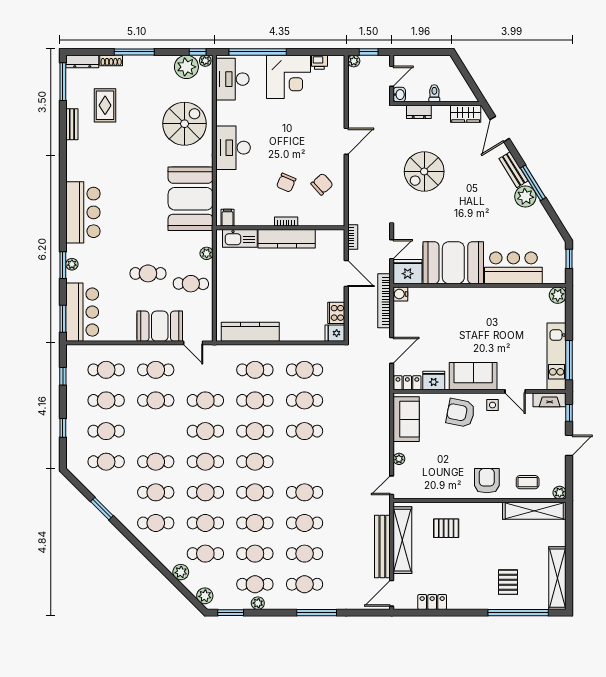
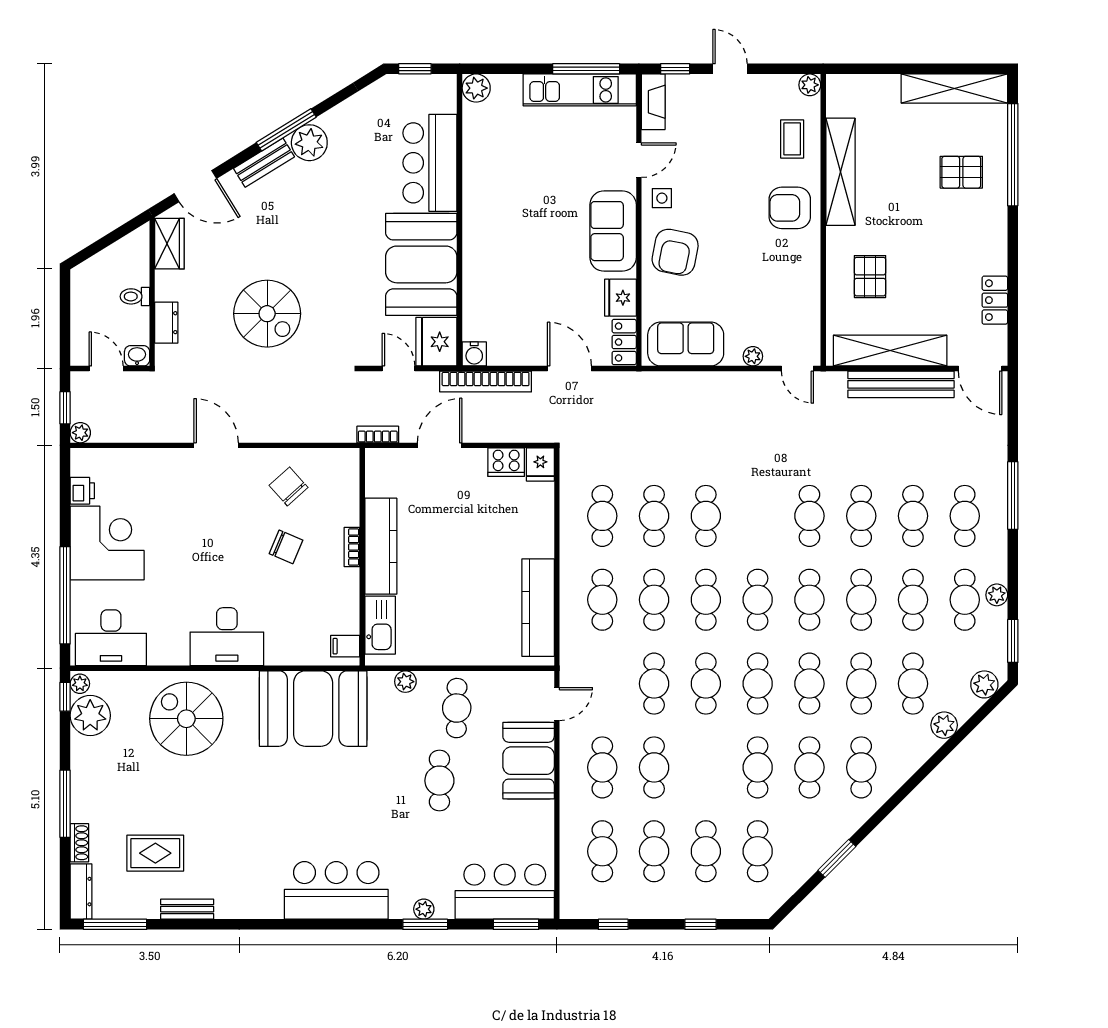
shelving: (534, 511) -> (840, 172), moved

